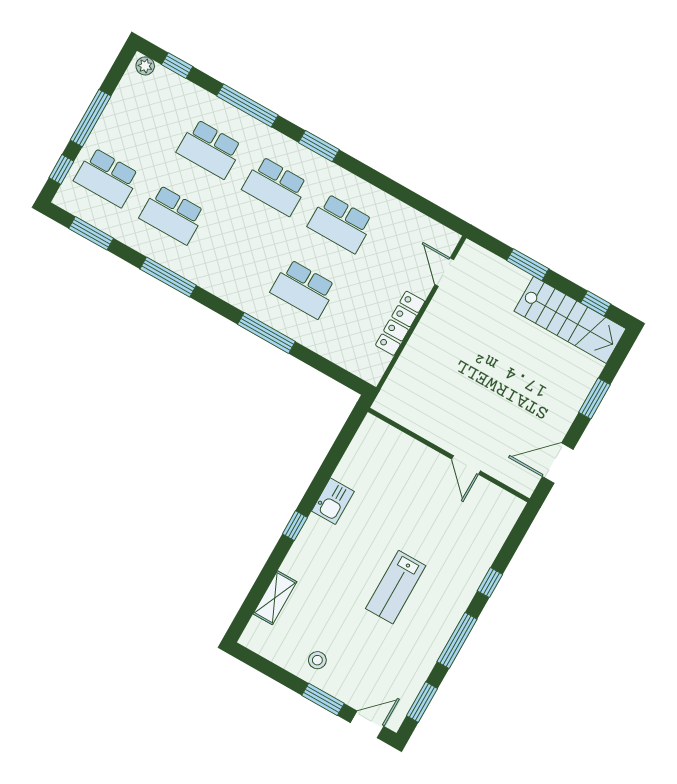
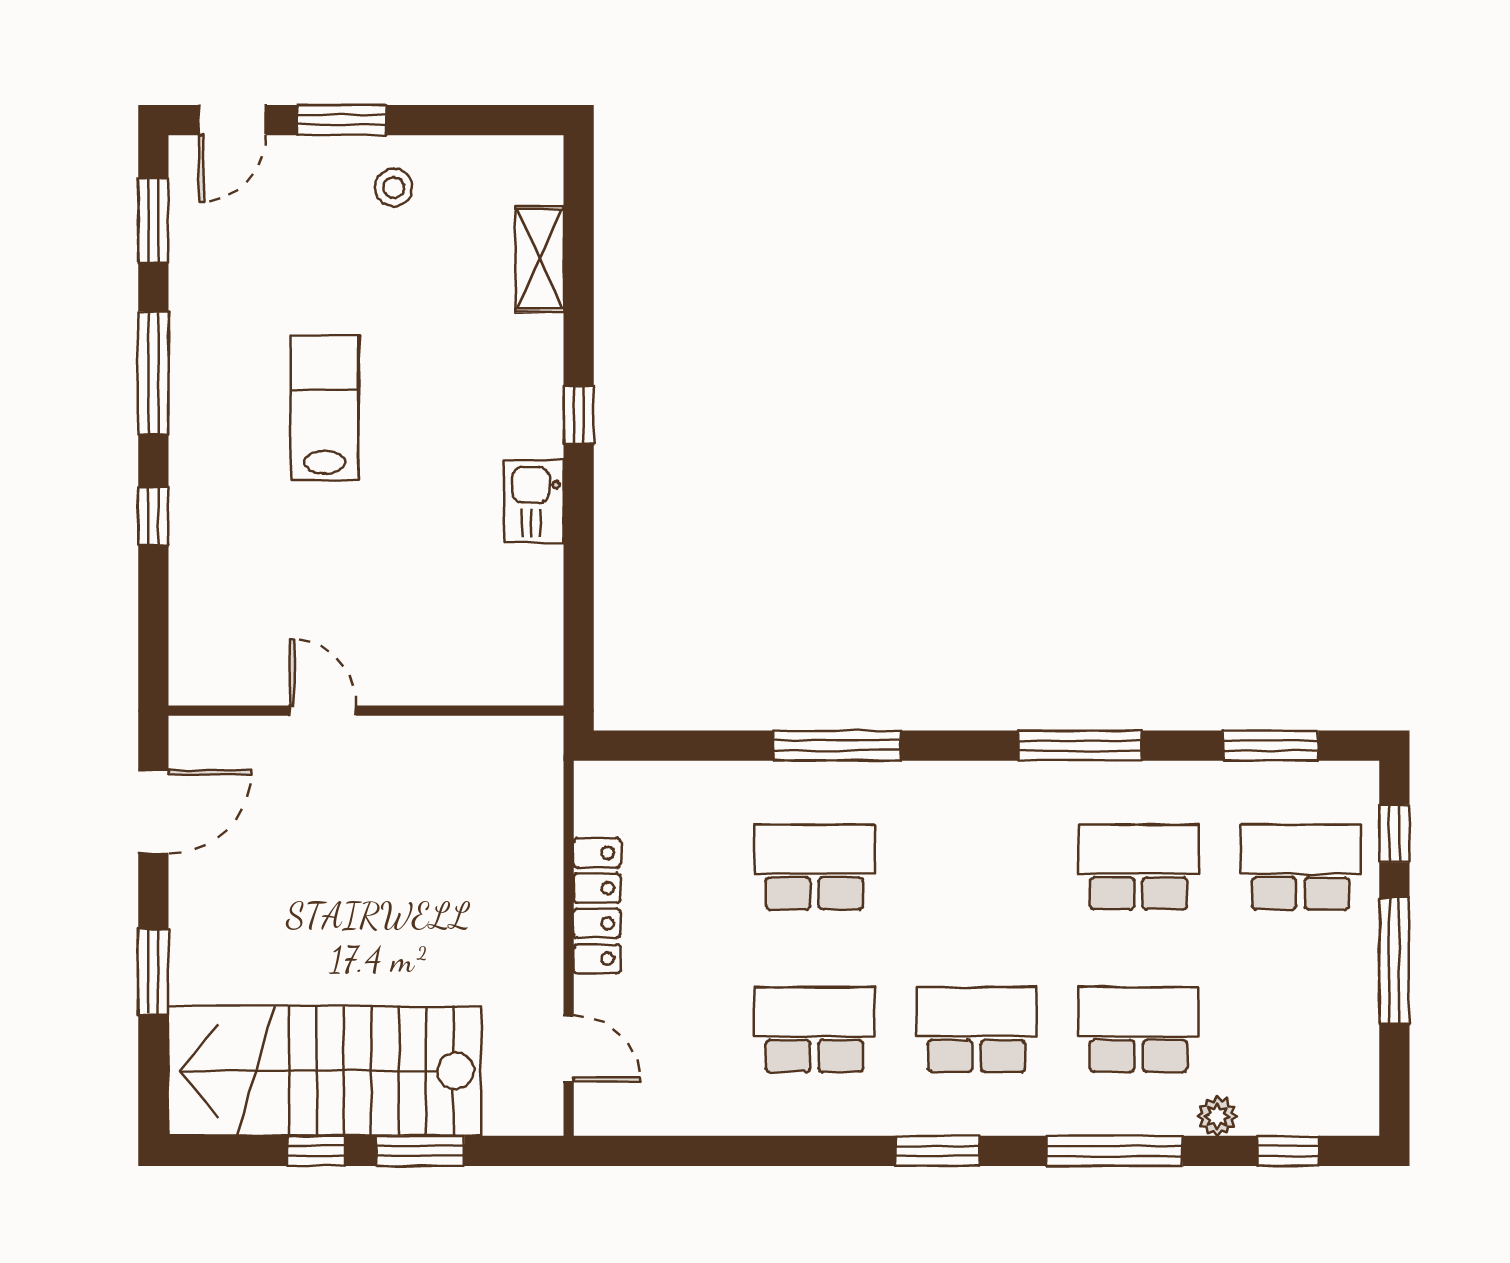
plant: (145, 66) -> (1217, 1116), moved
window: (596, 303) -> (316, 1151), moved
stairs: (570, 320) -> (324, 1071), width x1.36, depth x1.51

